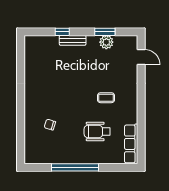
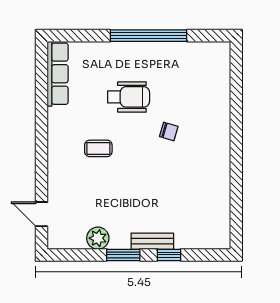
window: (105, 32) -> (123, 255), moved
chair: (50, 125) -> (169, 131), moved
wheelchair: (97, 132) -> (129, 97), moved

